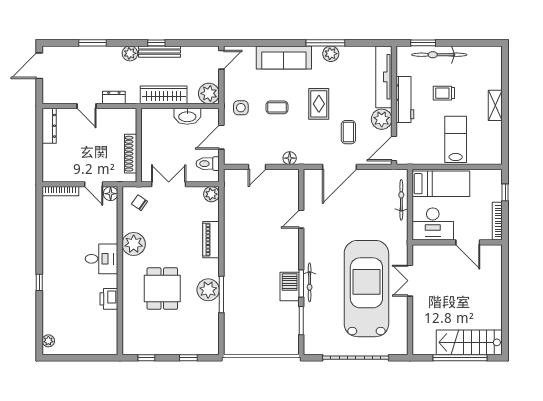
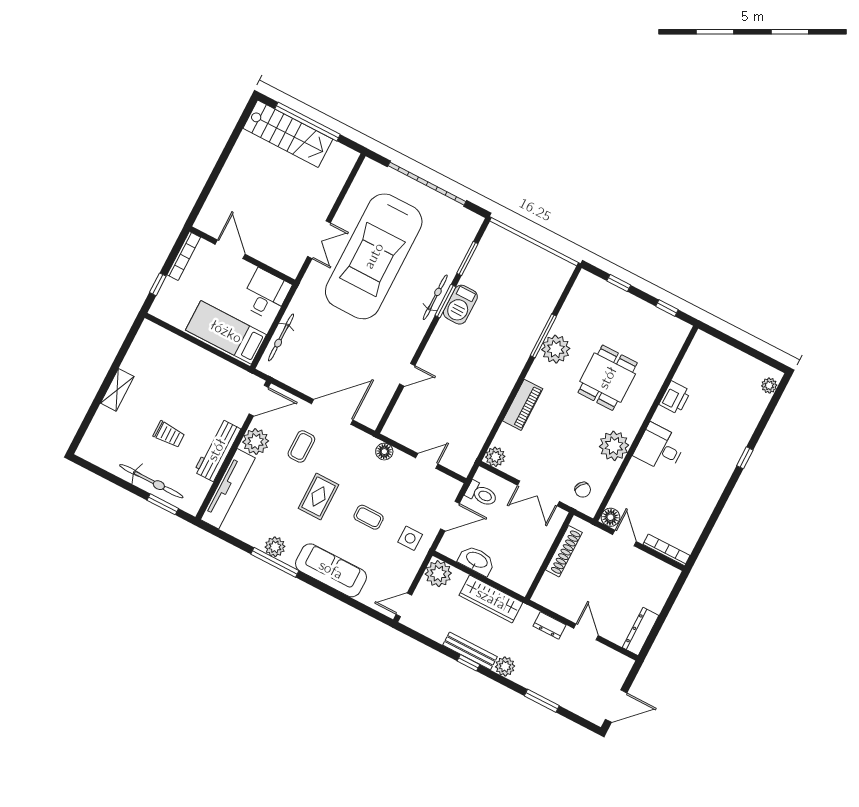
lab bench: (456, 139) -> (183, 374), removed
desk: (433, 224) -> (266, 294), width x0.73

